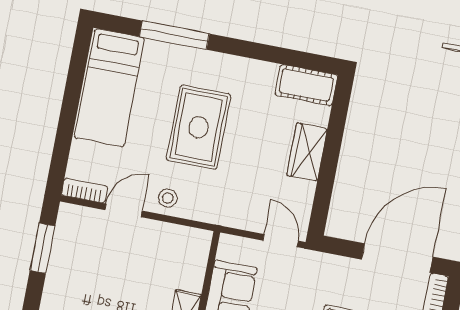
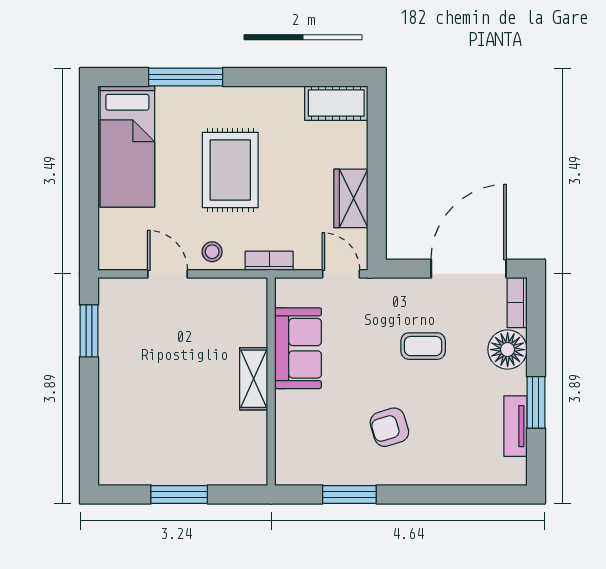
wardrobe: (307, 152) -> (351, 198), moved
bookcase: (84, 191) -> (269, 261), moved
door: (124, 210) -> (168, 274), hinge flipped

